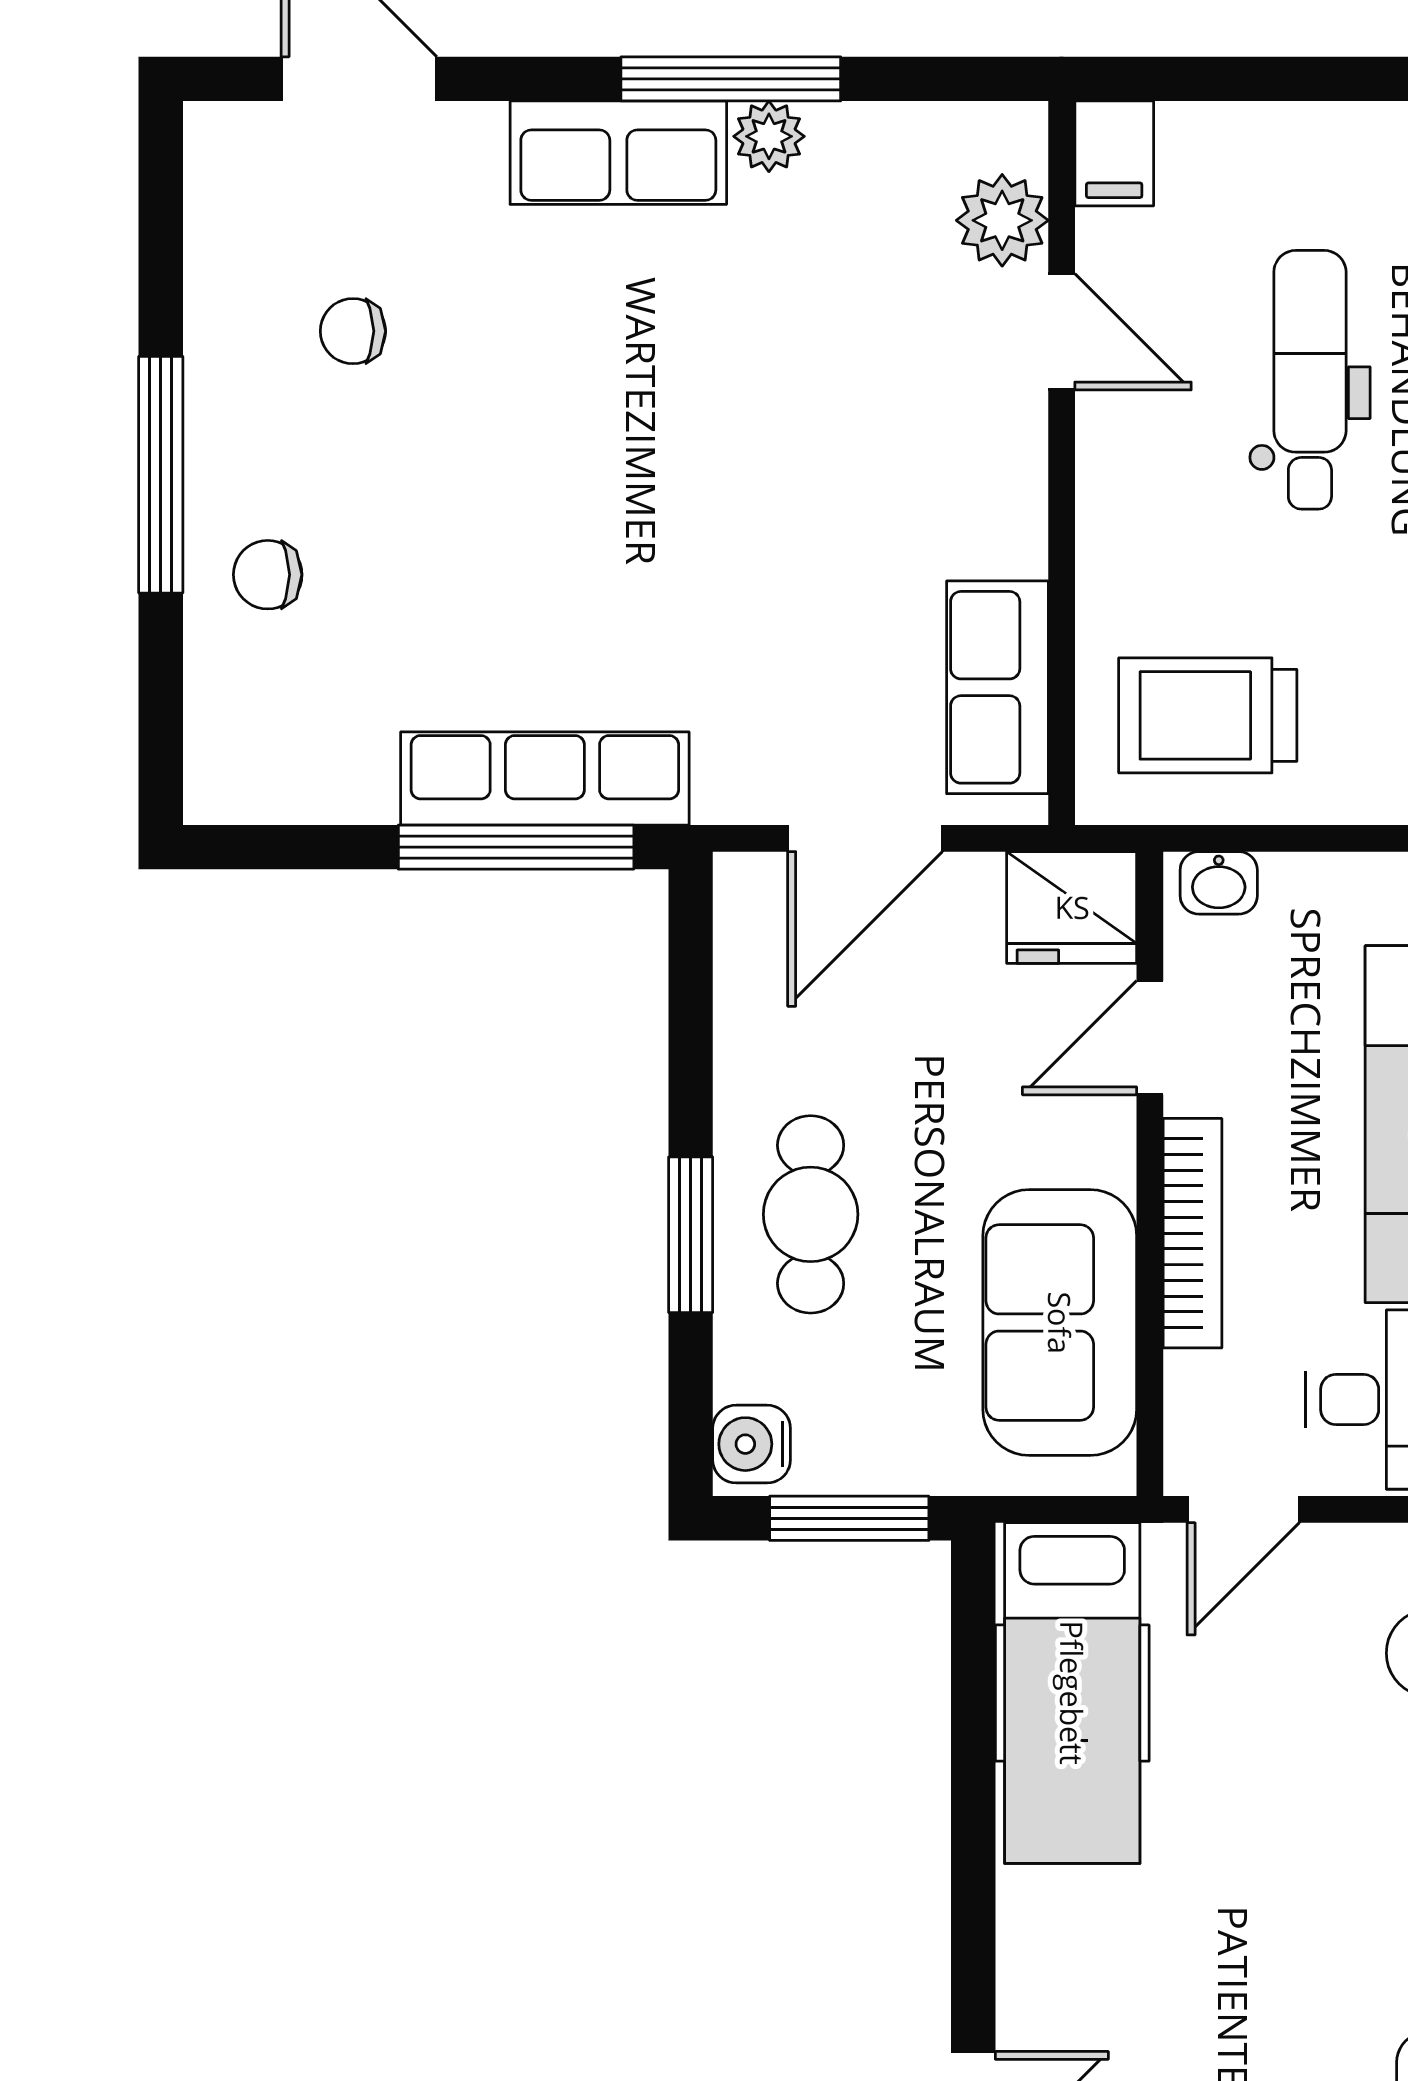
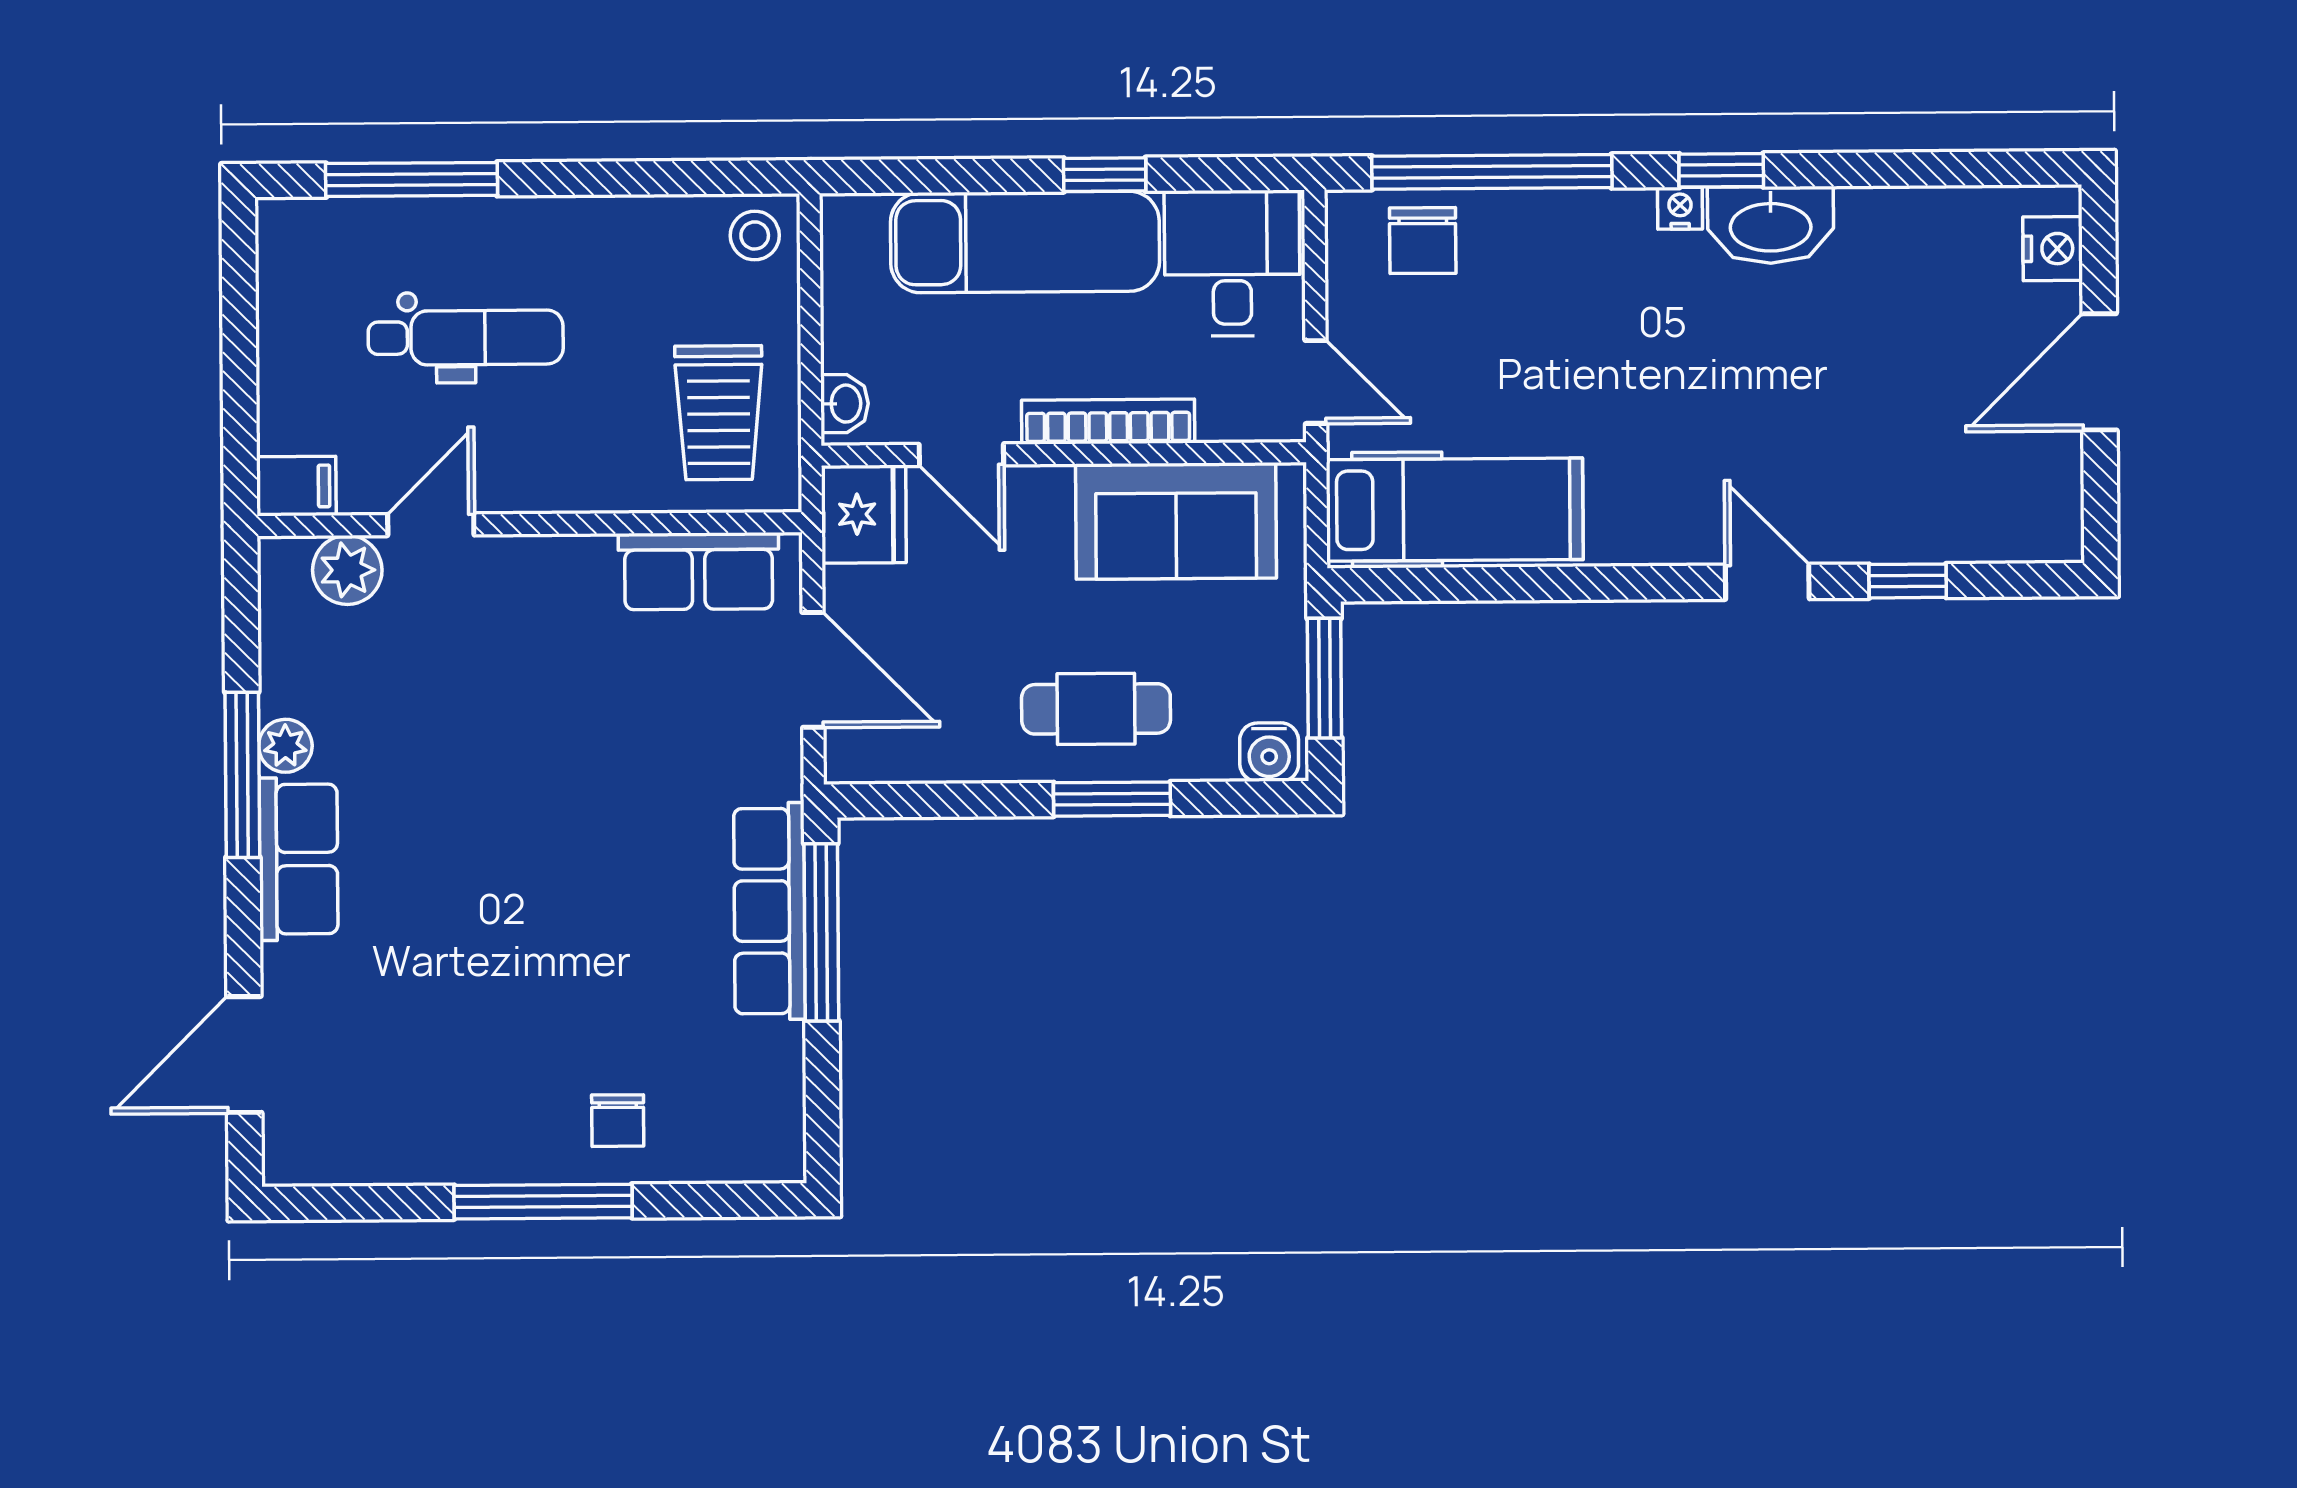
chair: (353, 331) -> (434, 1058), removed
dental chair: (1310, 380) -> (466, 338), turned 180

